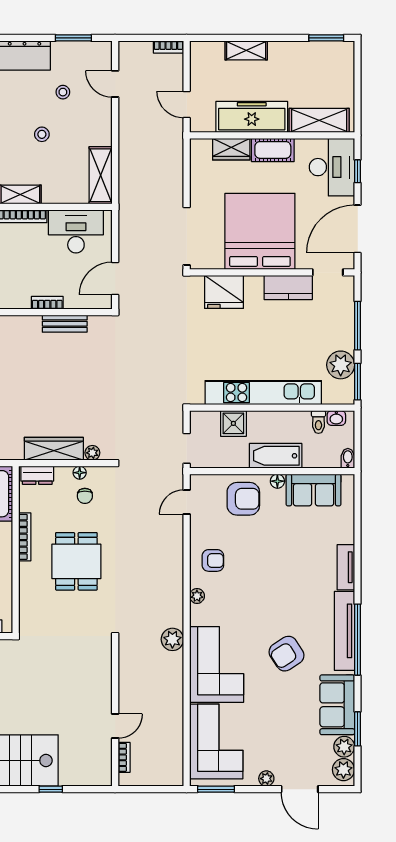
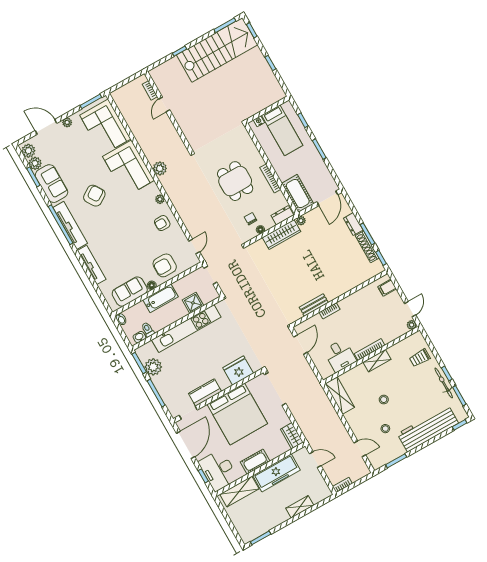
wardrobe: (231, 149) -> (292, 436), moved, turned -90
desk: (76, 231) -> (340, 356), width x0.73
plant: (92, 453) -> (301, 221), moved
tv unit: (346, 567) -> (92, 265), width x1.41

